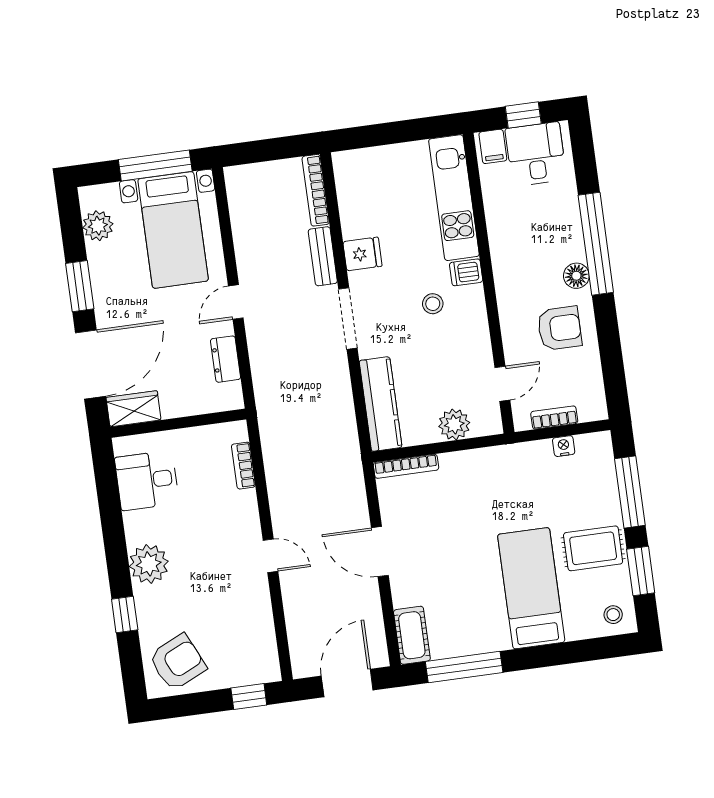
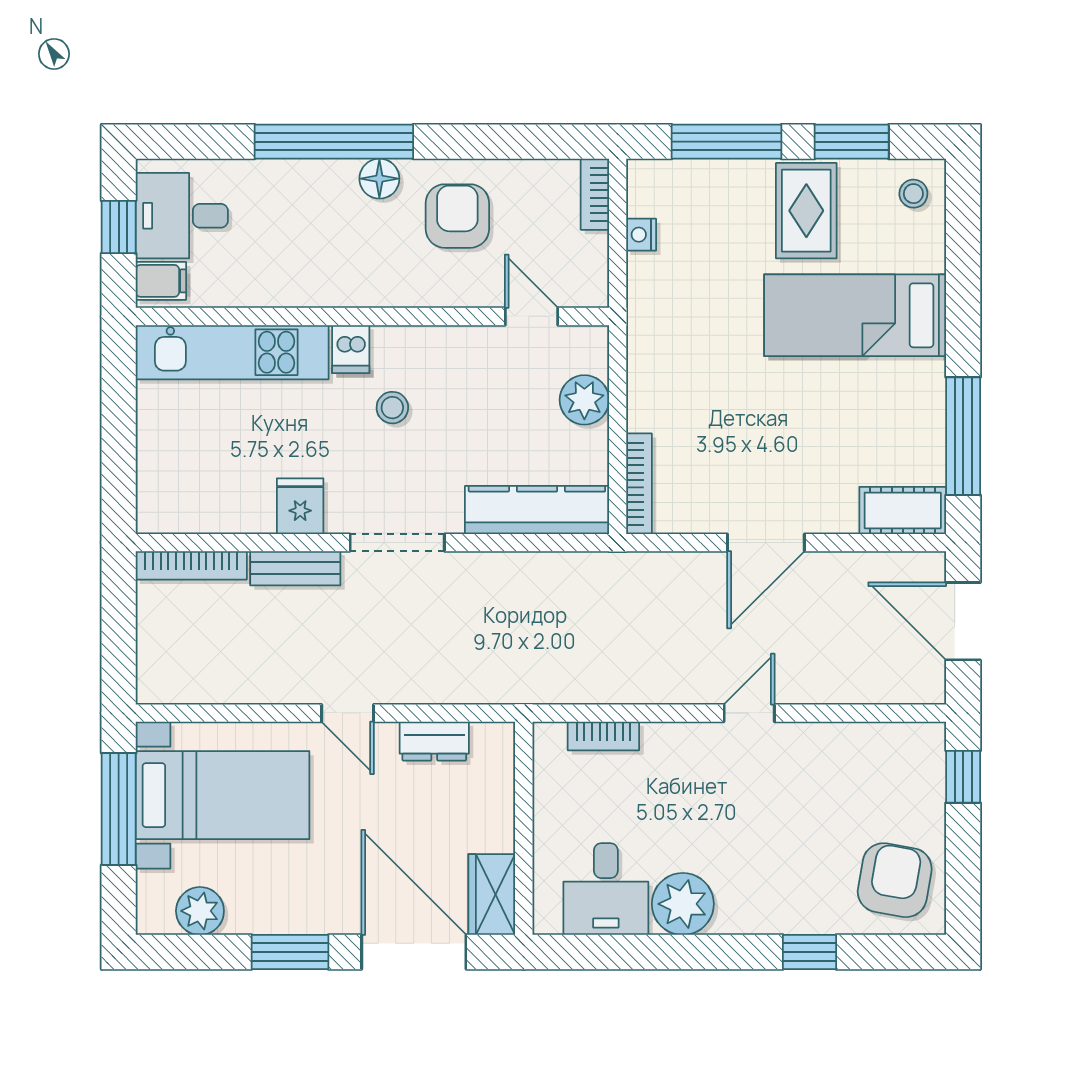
bookcase: (554, 418) -> (595, 194), moved
plant: (149, 564) -> (683, 904), moved
armchair: (178, 662) -> (895, 880), turned 35

